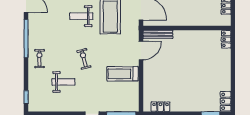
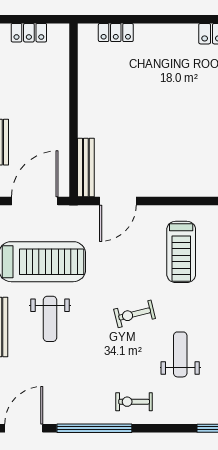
locker: (226, 39) -> (116, 33), moved
door: (141, 50) -> (118, 201), swing flipped
treadmill: (122, 74) -> (181, 252), moved

